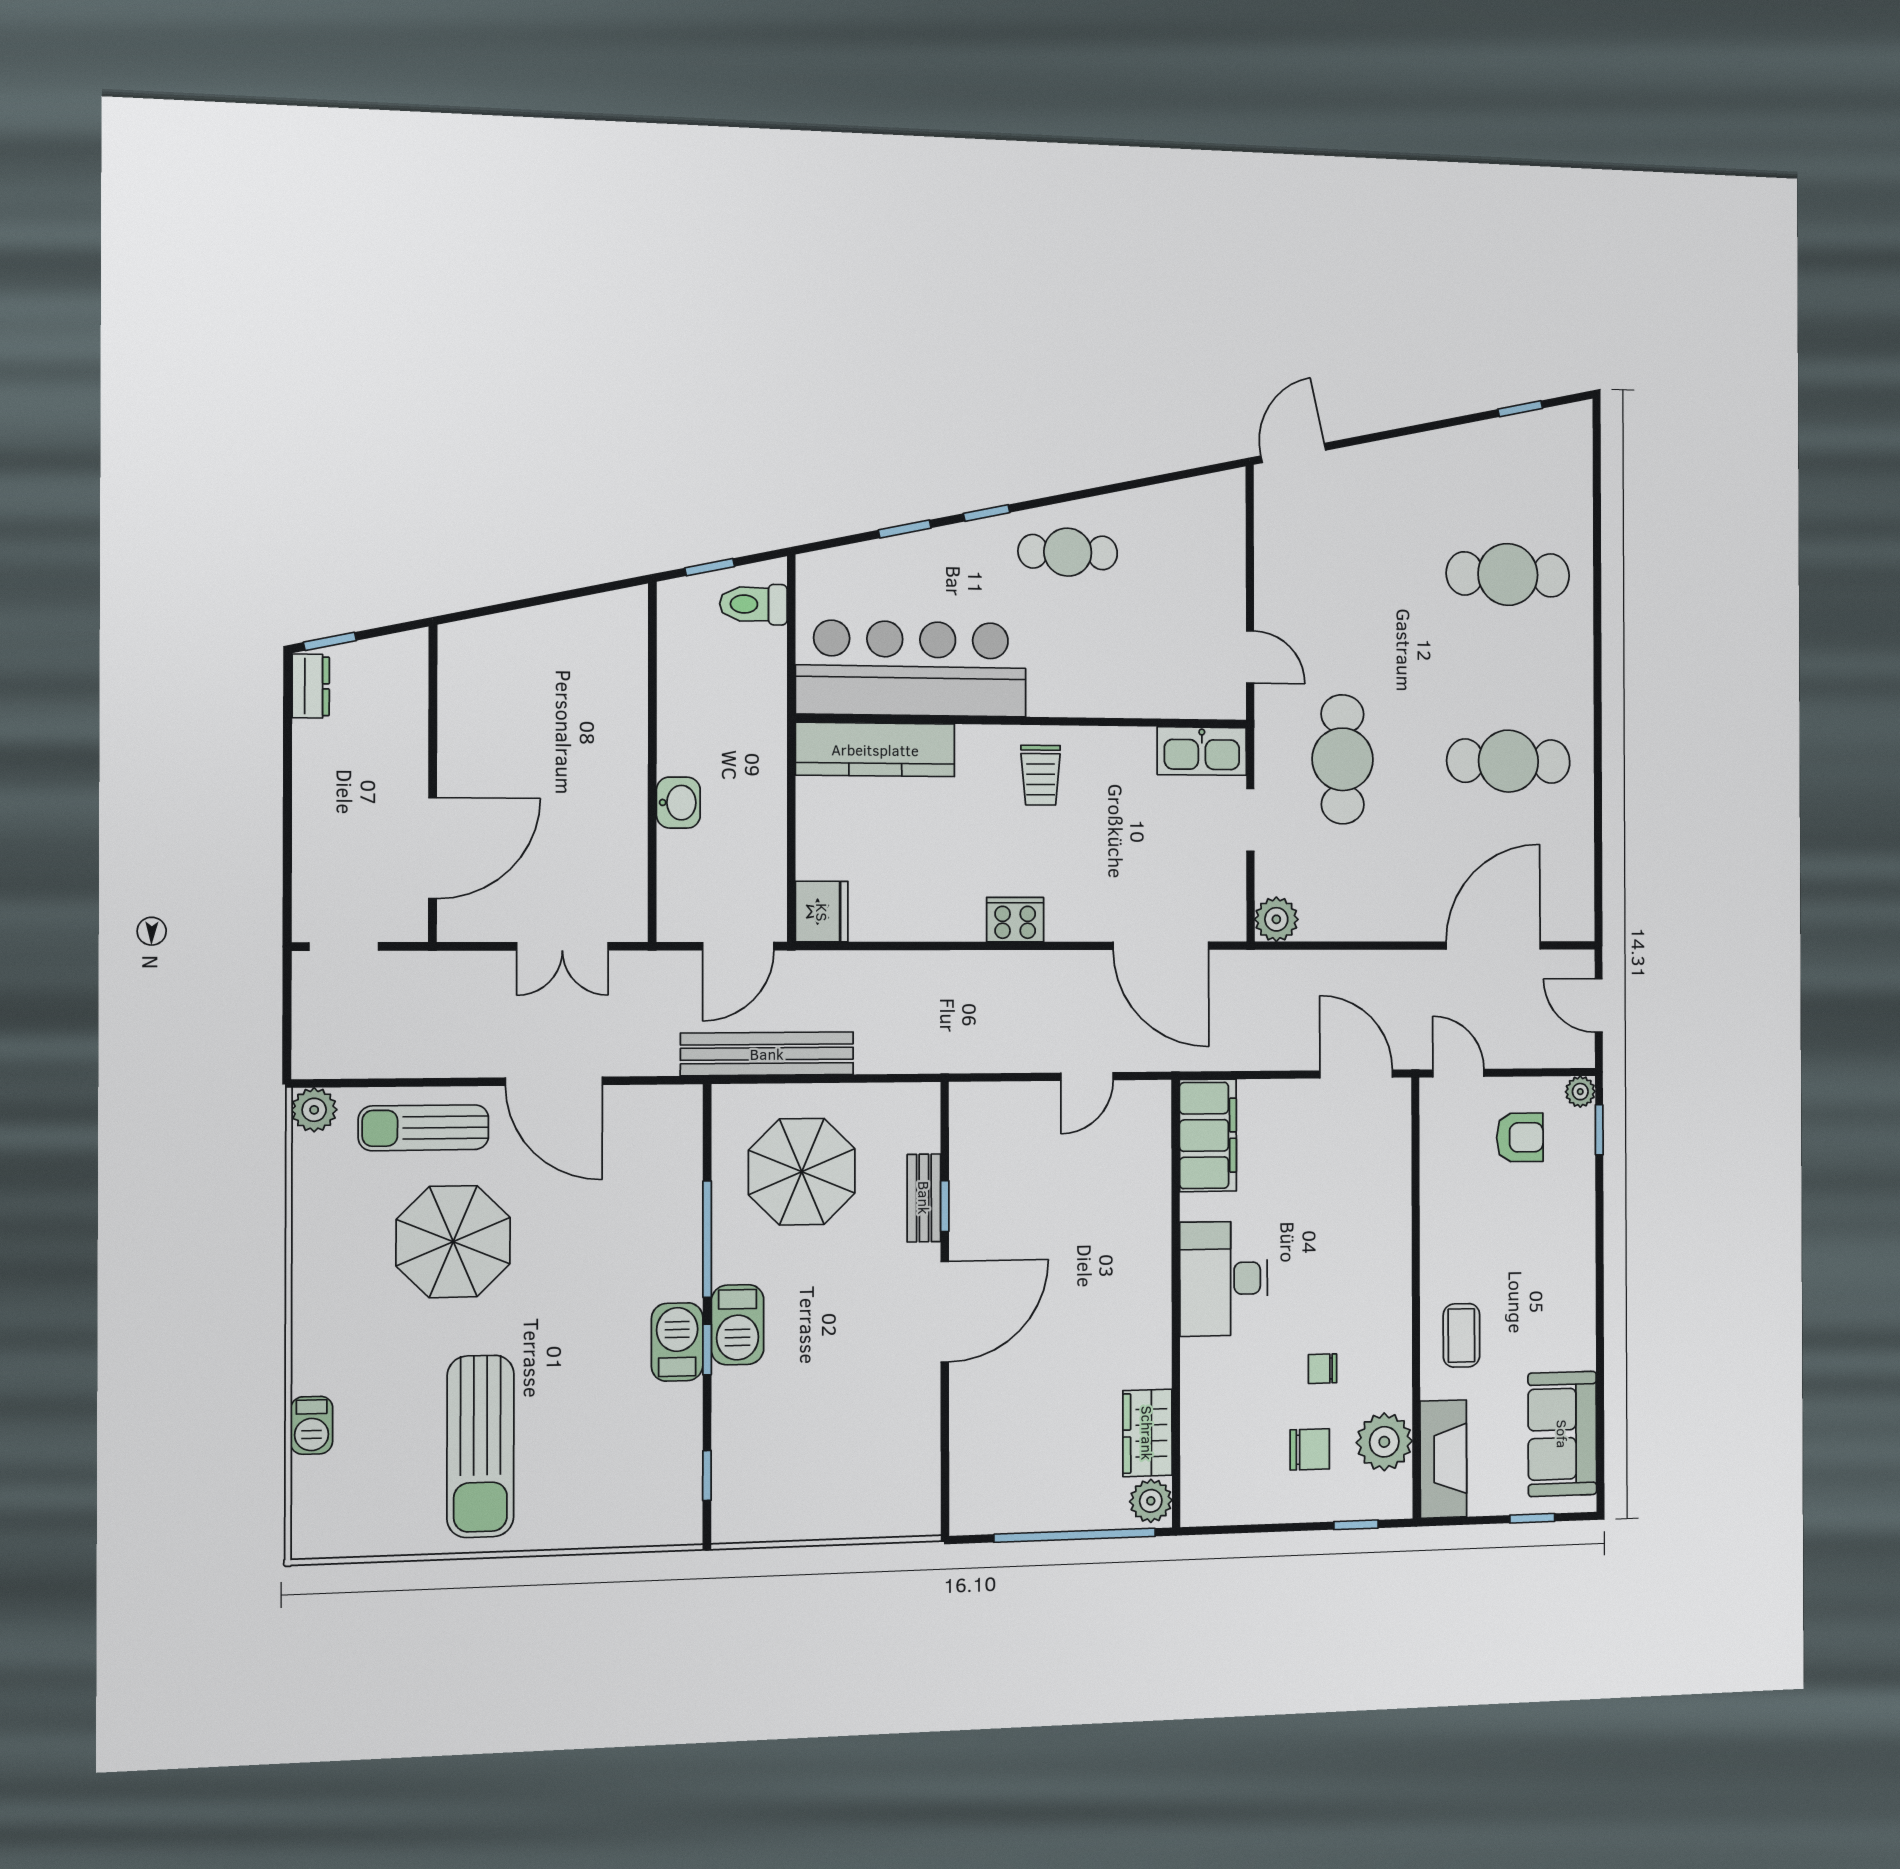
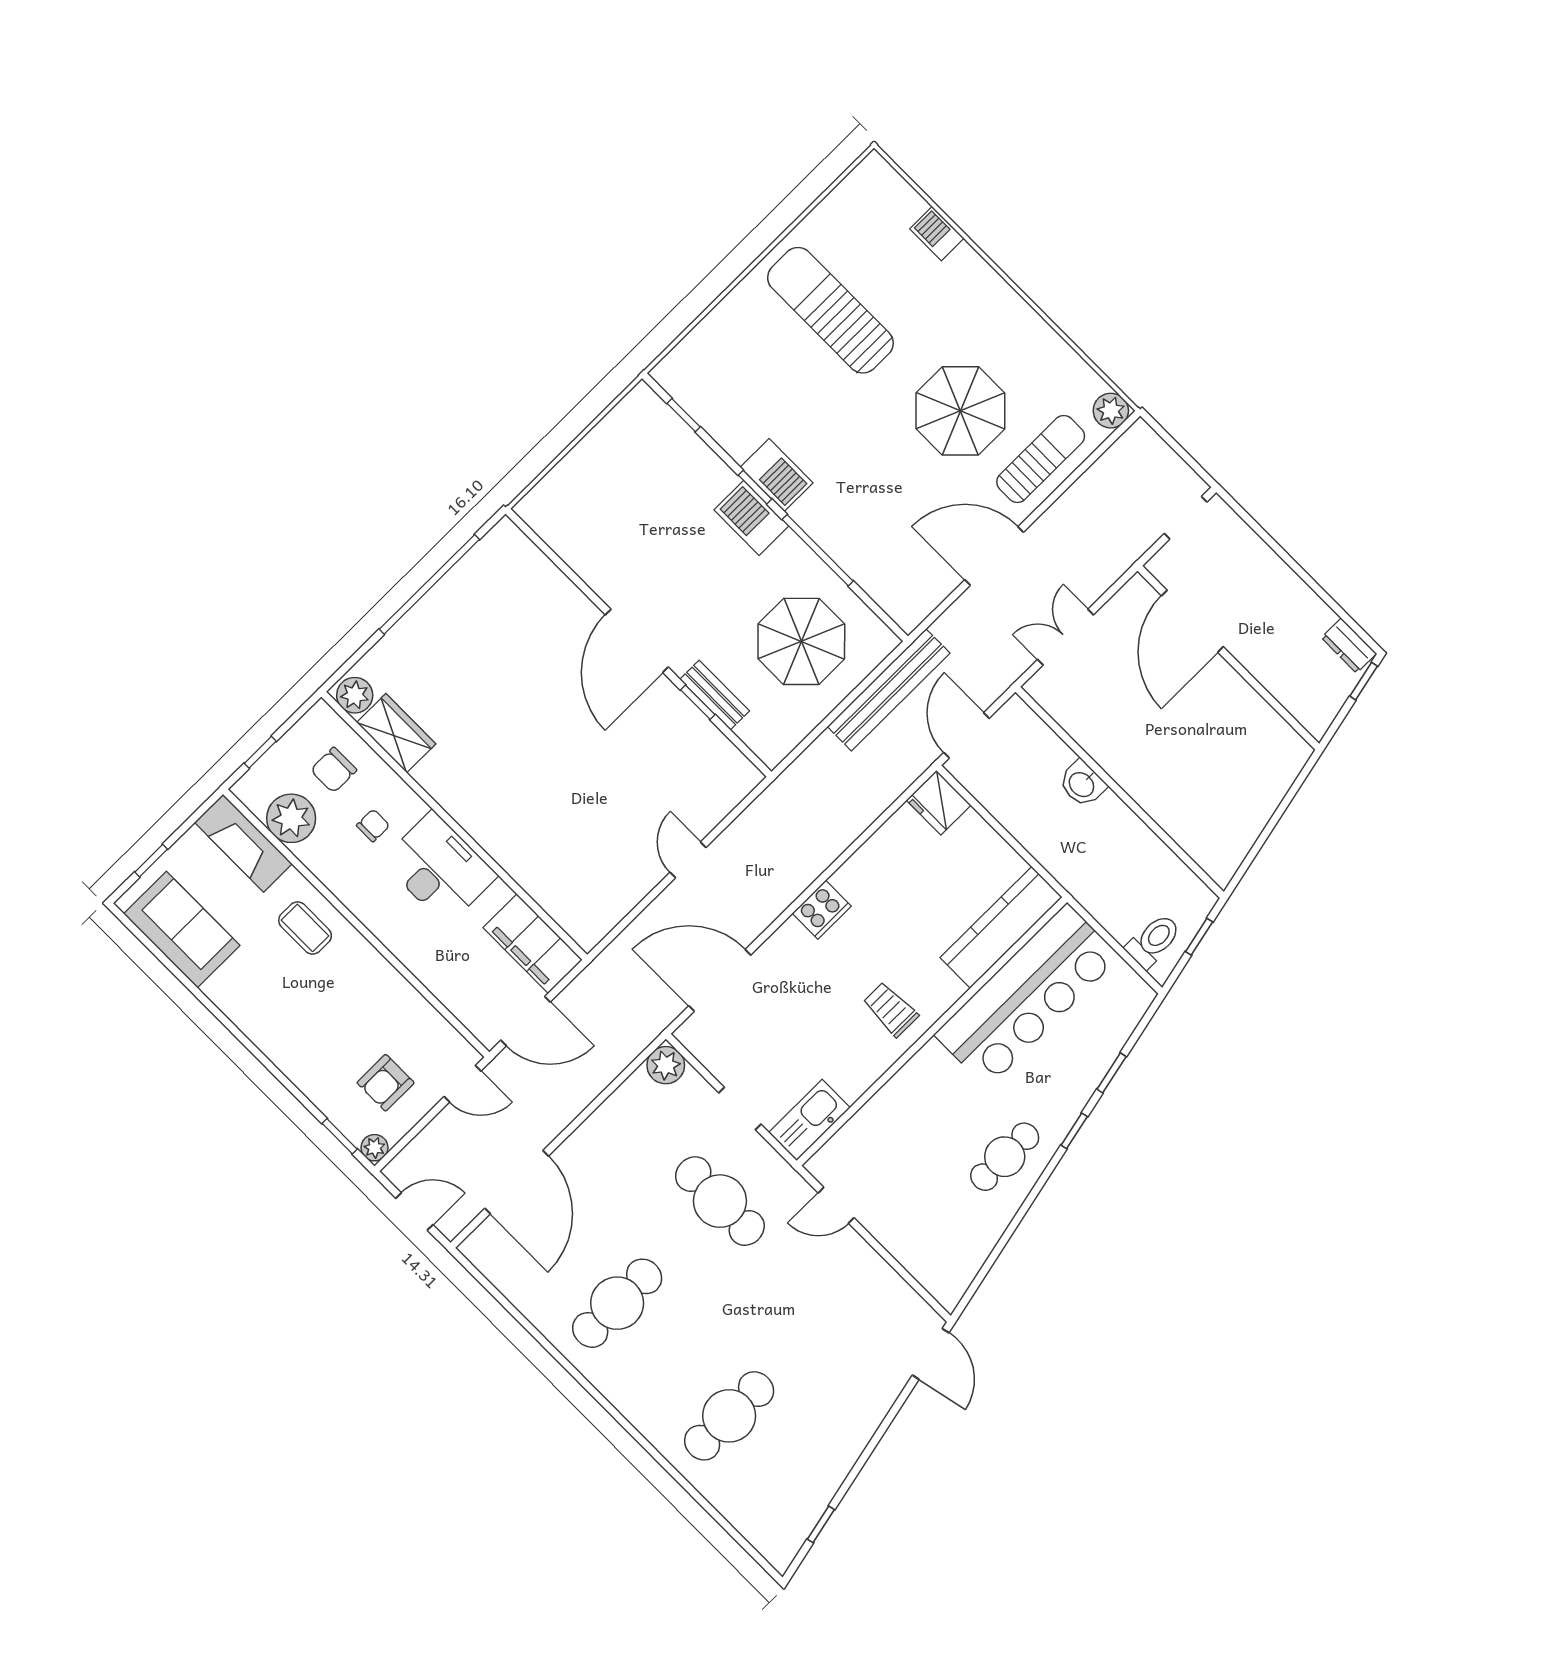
filing cabinet: (1208, 1135) -> (533, 944), moved
desk: (1224, 1279) -> (439, 868), moved
wall: (1176, 1303) -> (454, 826), moved
wardrobe: (1147, 1433) -> (396, 733), moved
plant: (1151, 1501) -> (355, 695), moved

